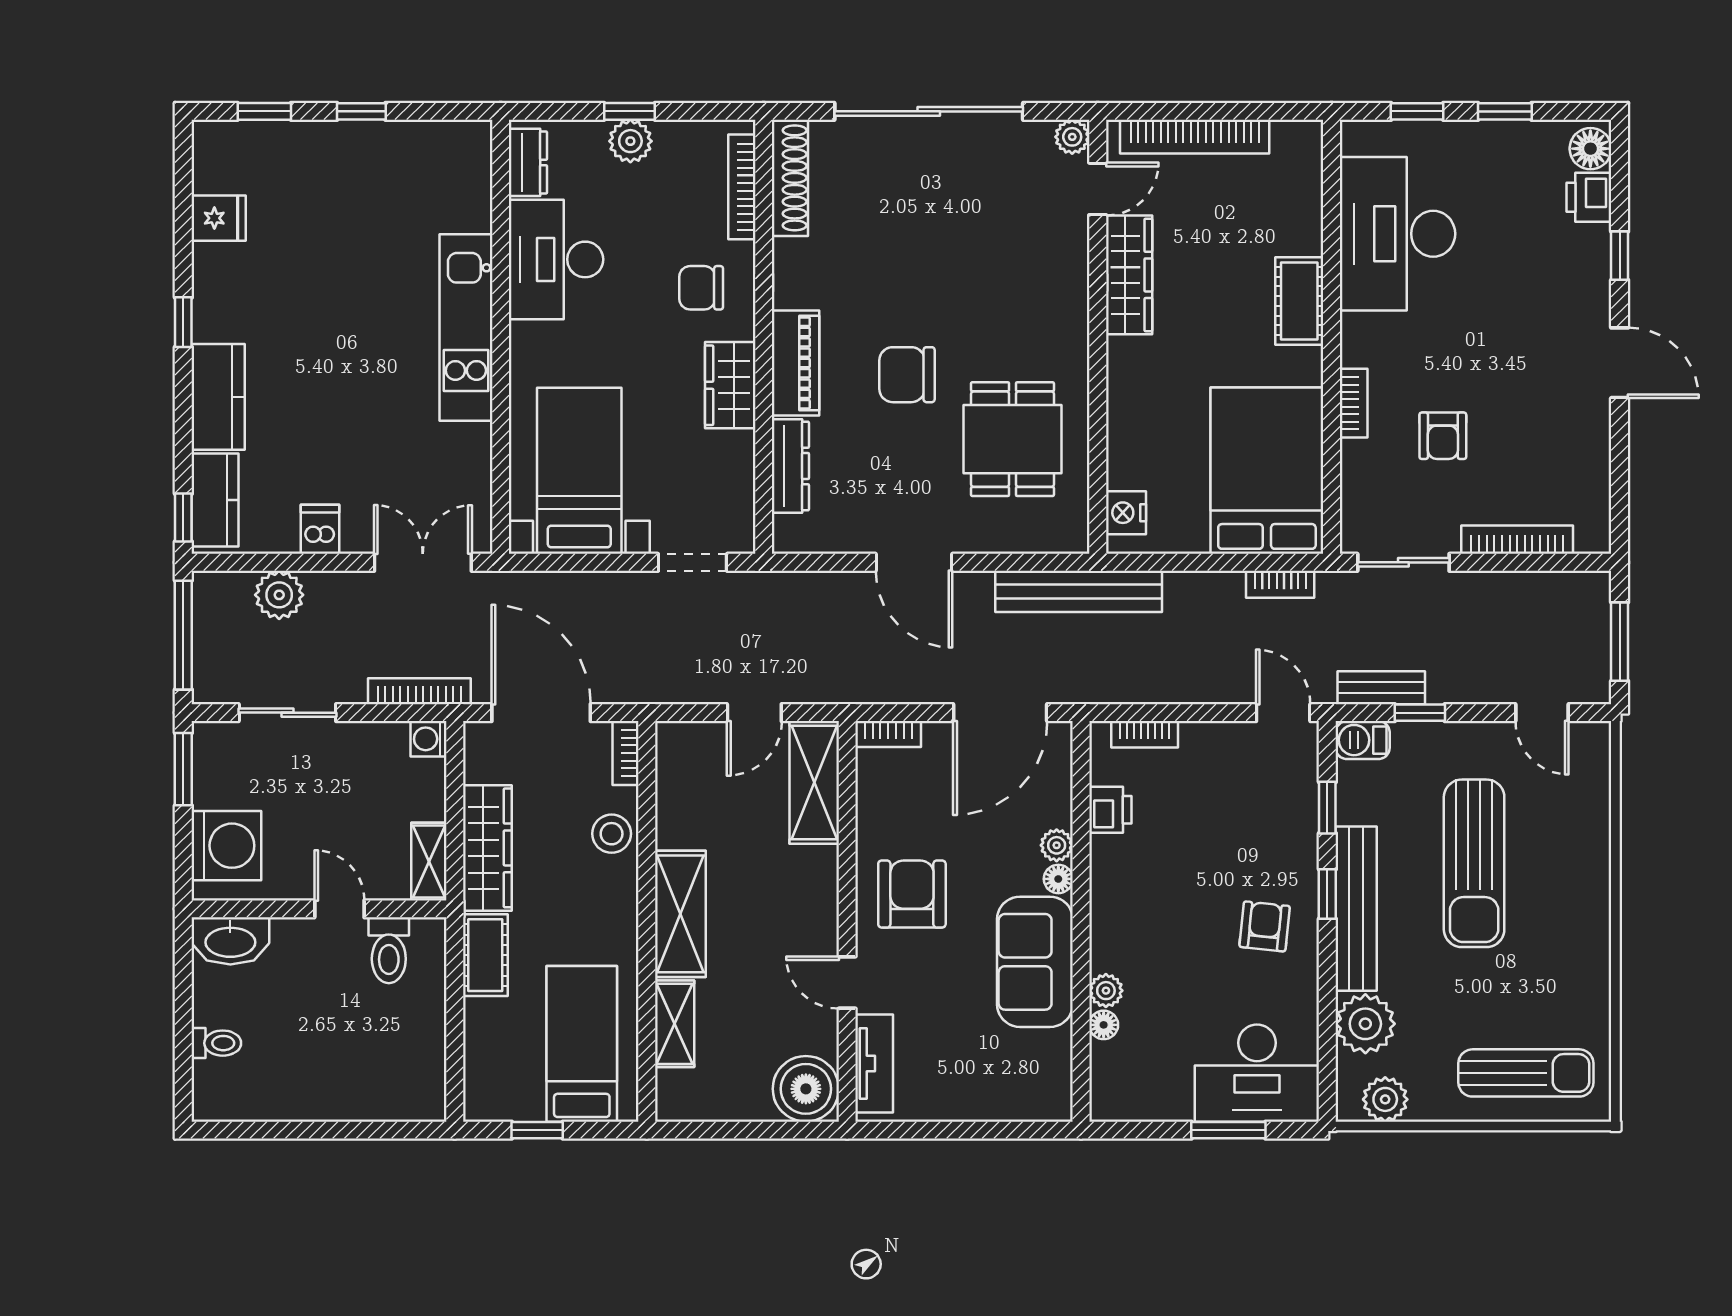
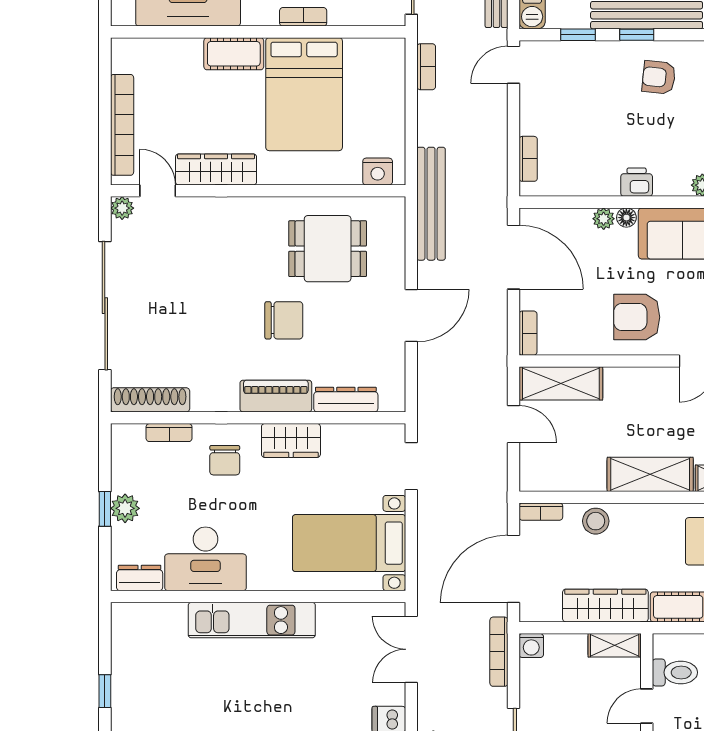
bookcase: (742, 187) -> (169, 433), width x0.64
chair: (907, 375) -> (284, 320), turned -90
bed: (1267, 471) -> (304, 94), moved, turned -90
printer: (1110, 810) -> (637, 182), moved

